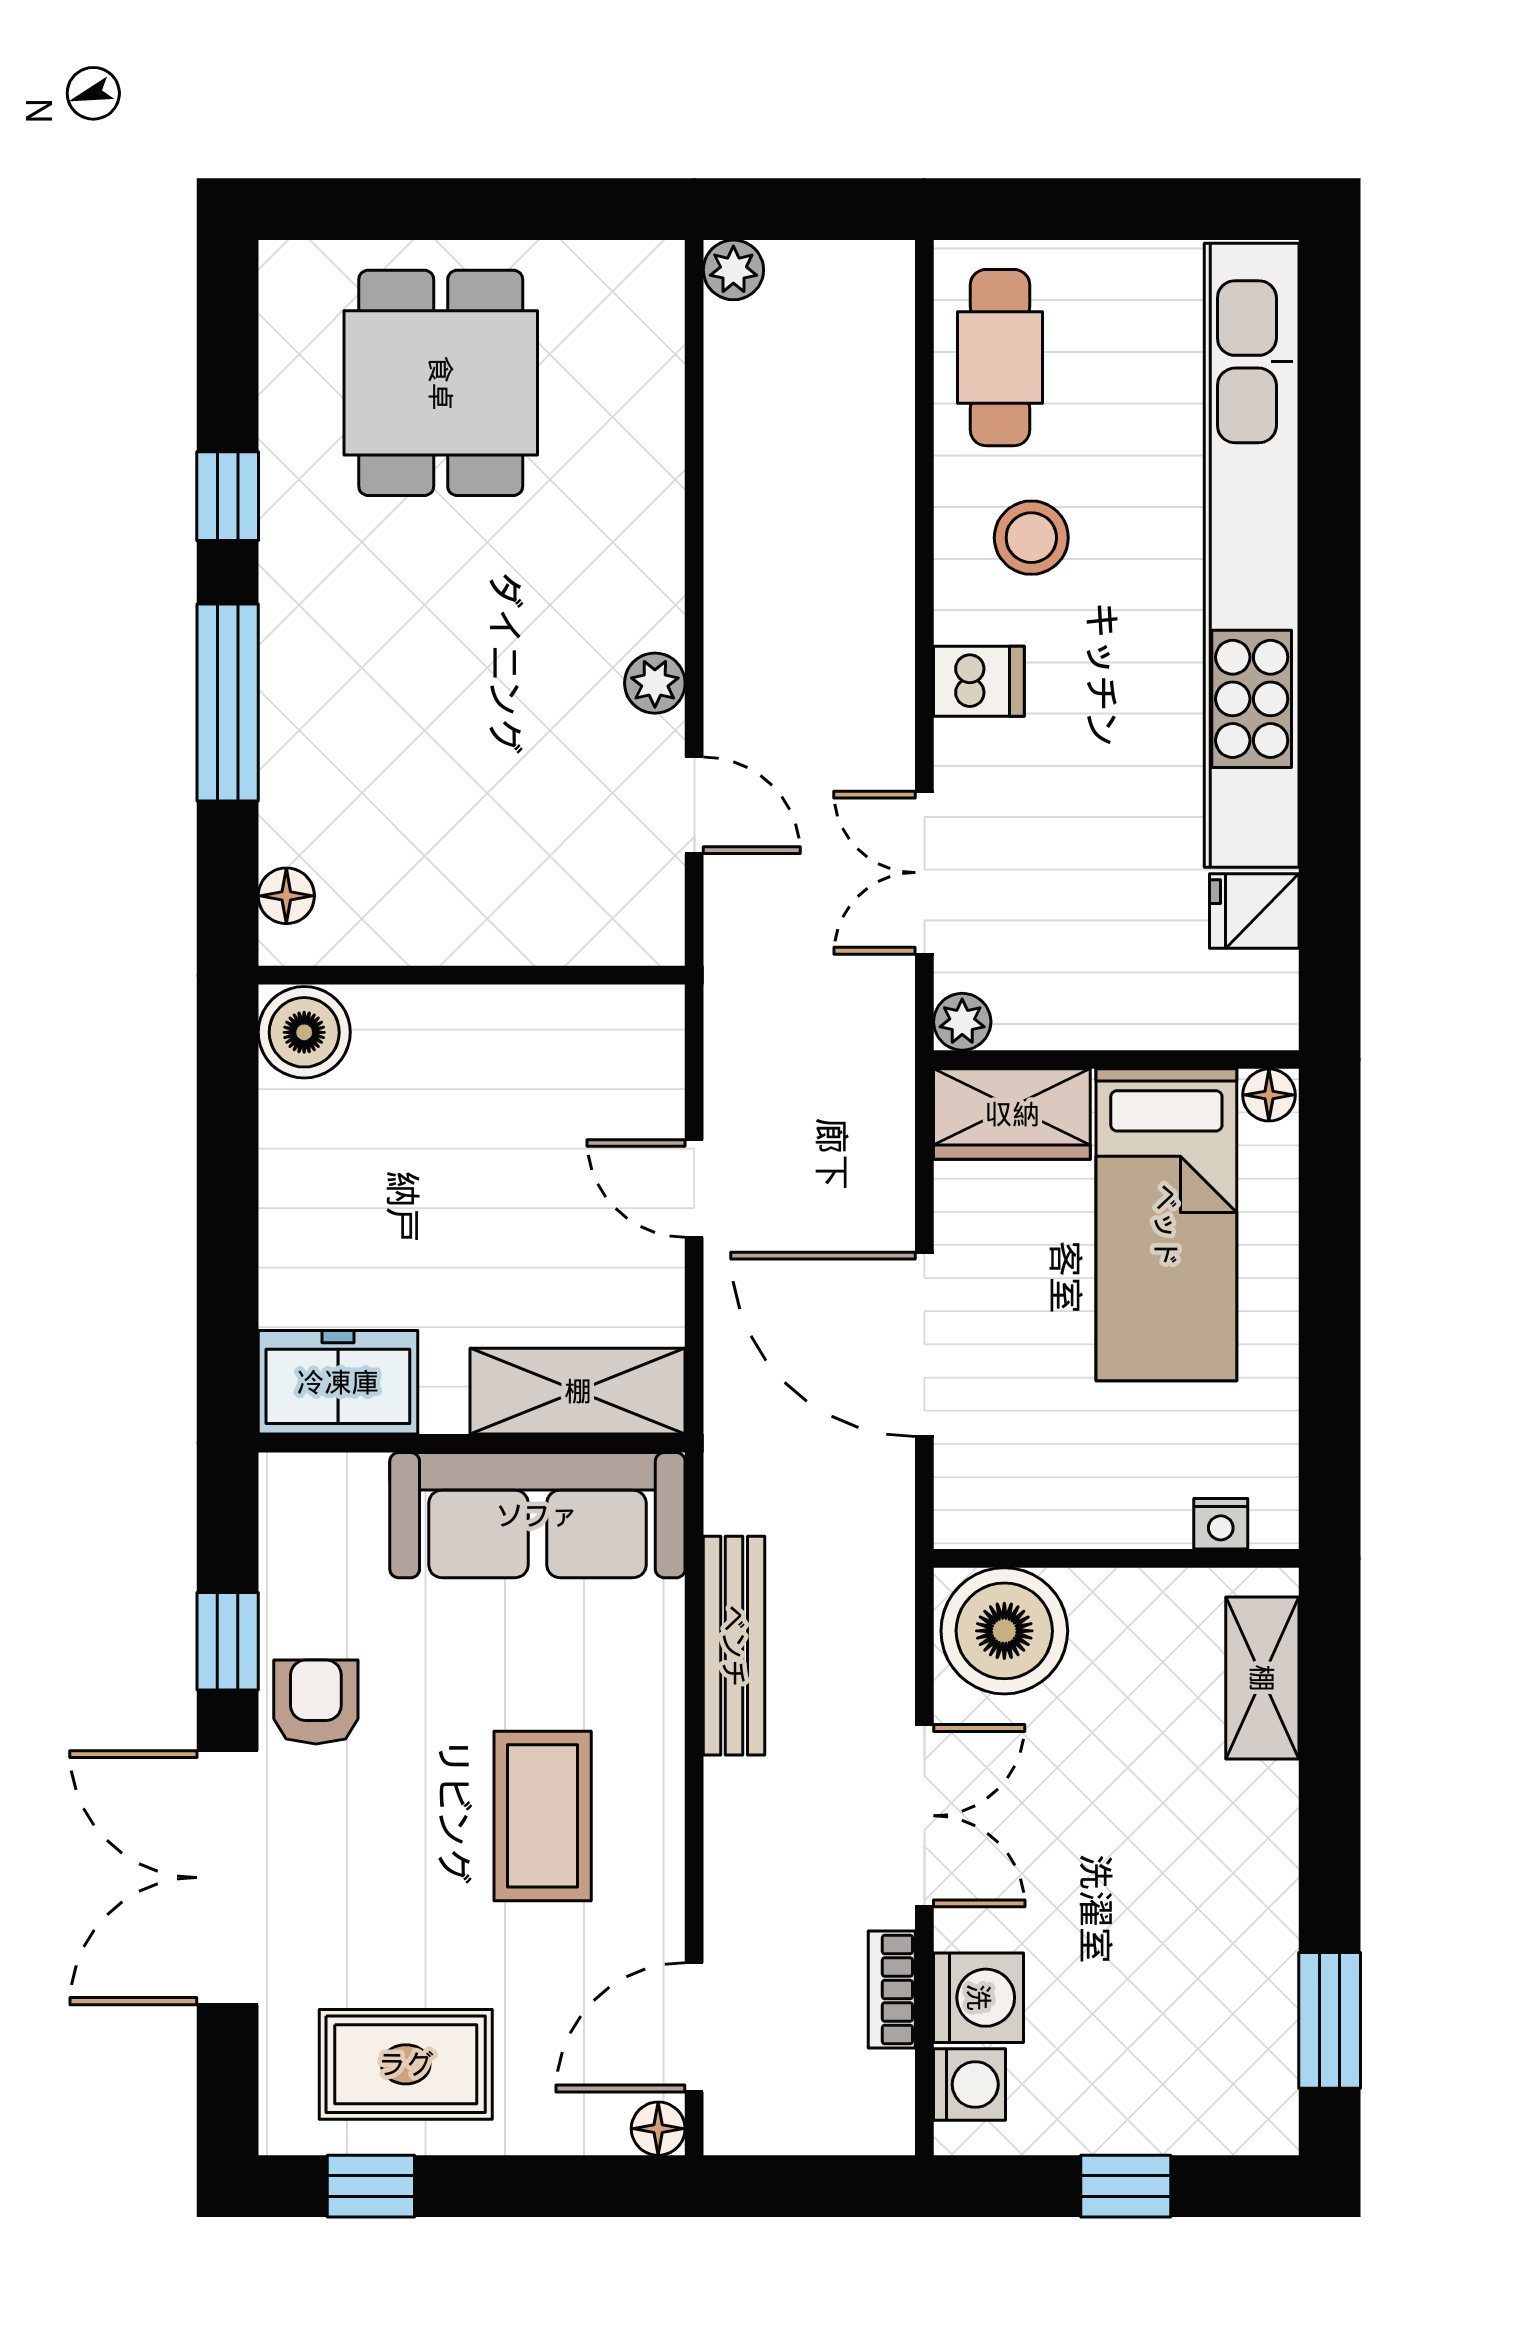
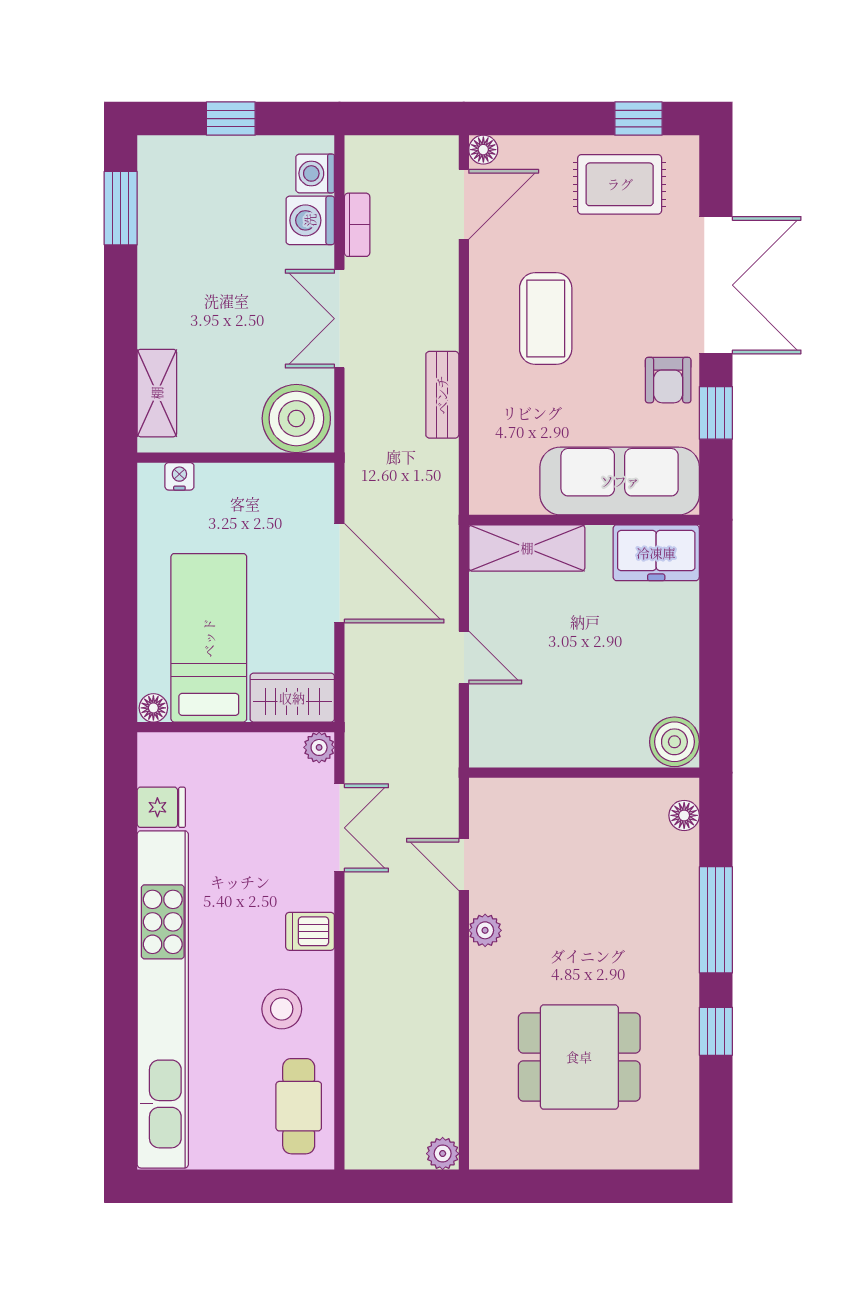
dining table: (441, 383) -> (579, 1057), moved, turned 90
sofa: (537, 1515) -> (620, 481), moved
bench: (734, 1646) -> (442, 395), width x0.73

